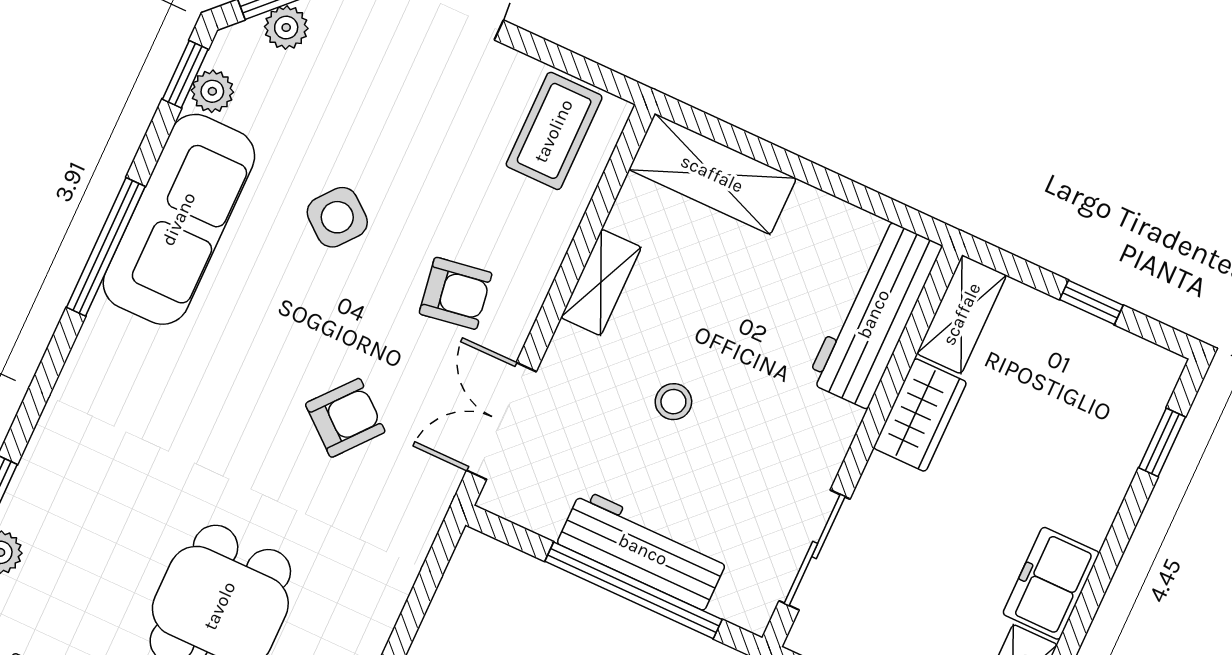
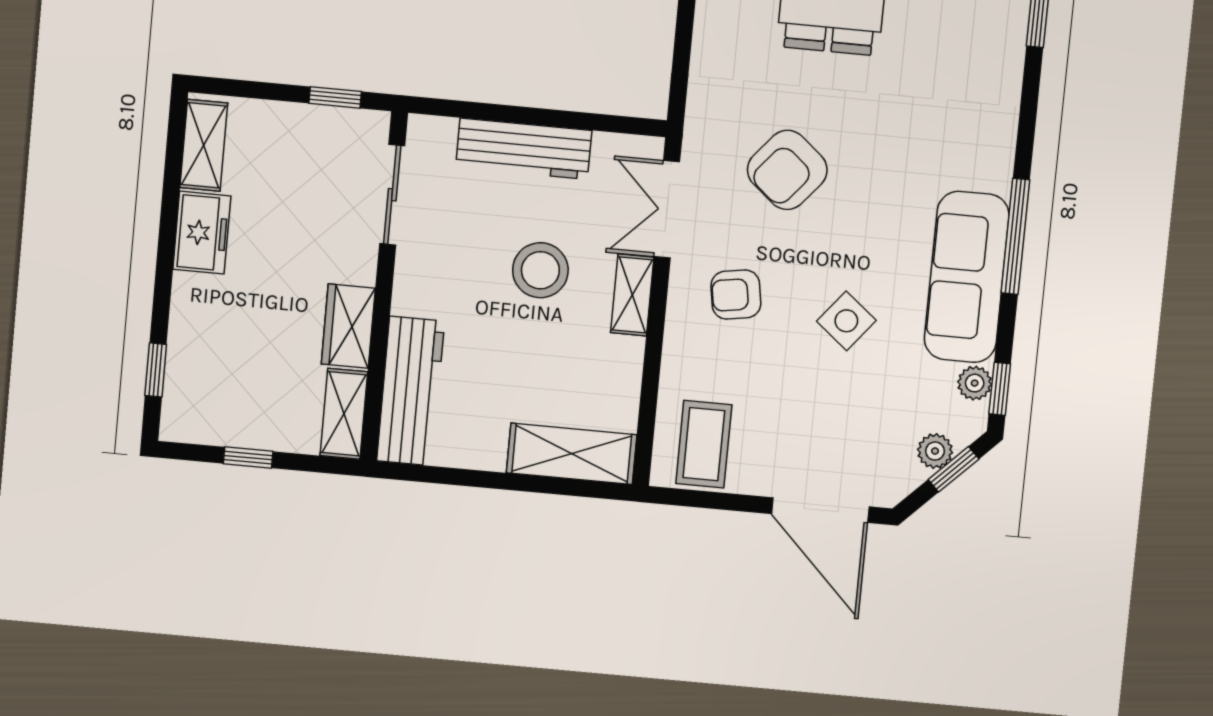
shelving: (601, 282) -> (632, 295), moved
stool: (673, 402) -> (540, 270), width x1.89, depth x1.89
armchair: (345, 418) -> (787, 170), width x1.38, depth x1.38
double door: (501, 421) -> (667, 209), swing flipped
window: (633, 590) -> (520, 115), removed

